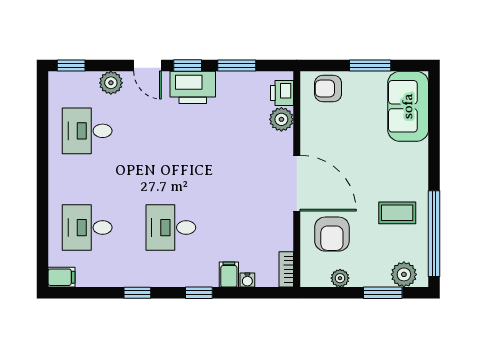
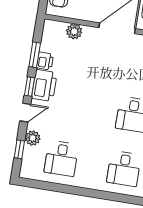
window: (71, 66) -> (19, 149), moved
printer: (282, 93) -> (45, 61), moved, turned -90

